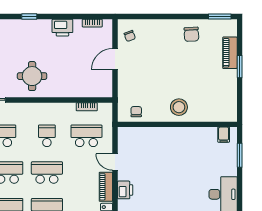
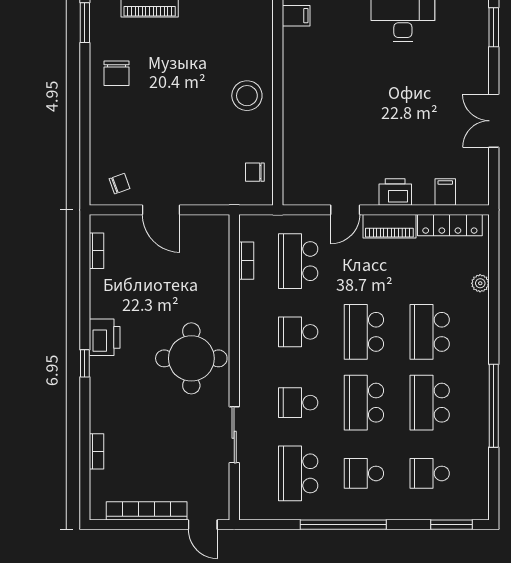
printer: (62, 28) -> (105, 337), moved
chair: (191, 34) -> (116, 73), turned 93
round table: (32, 76) -> (191, 358), width x1.36, depth x1.36

